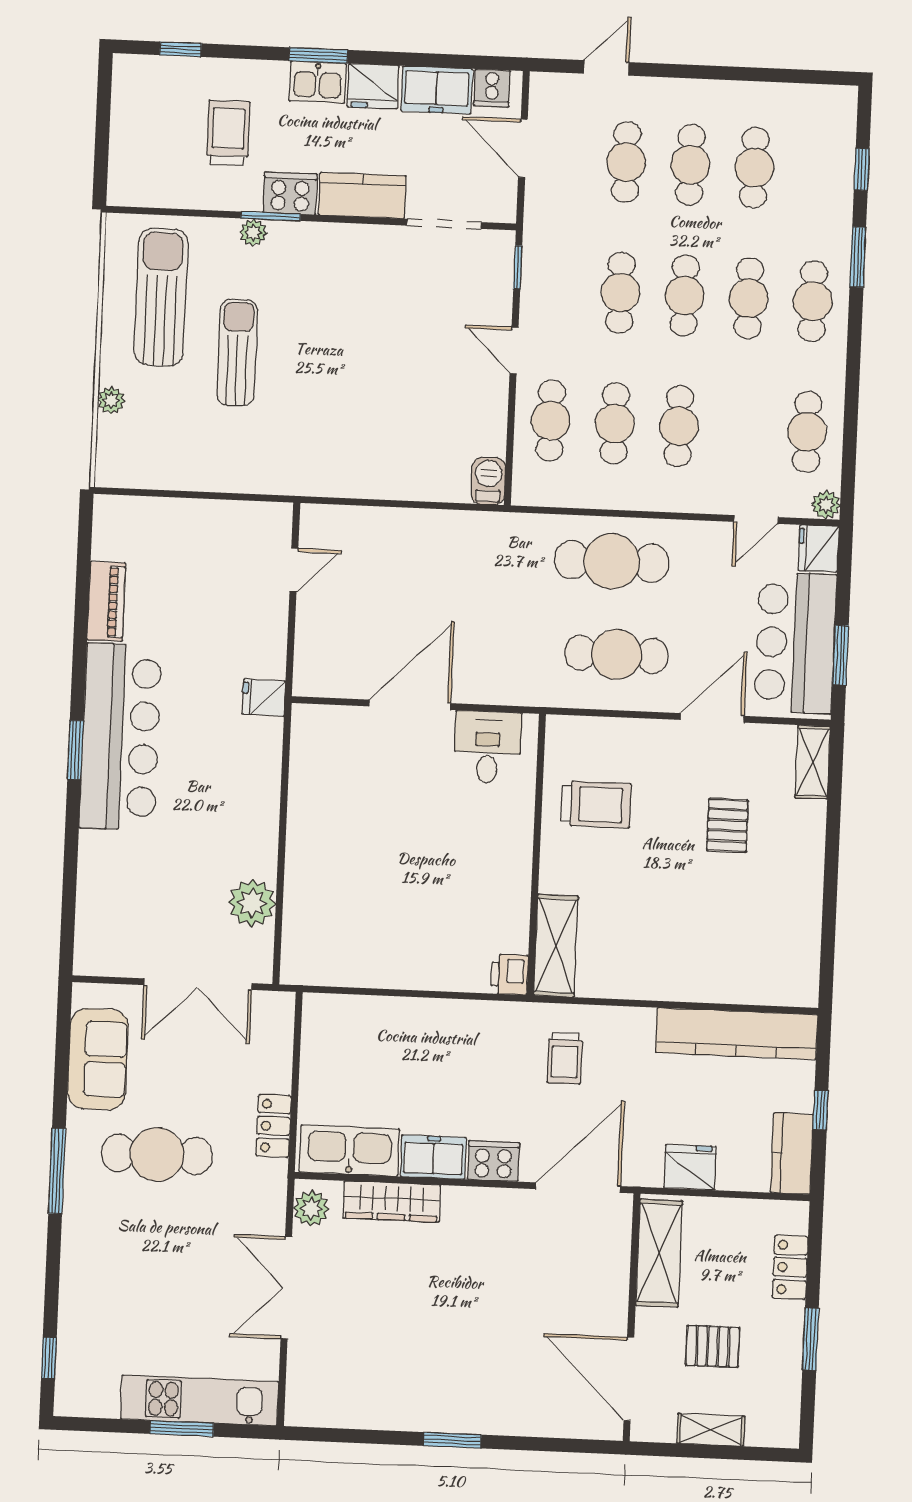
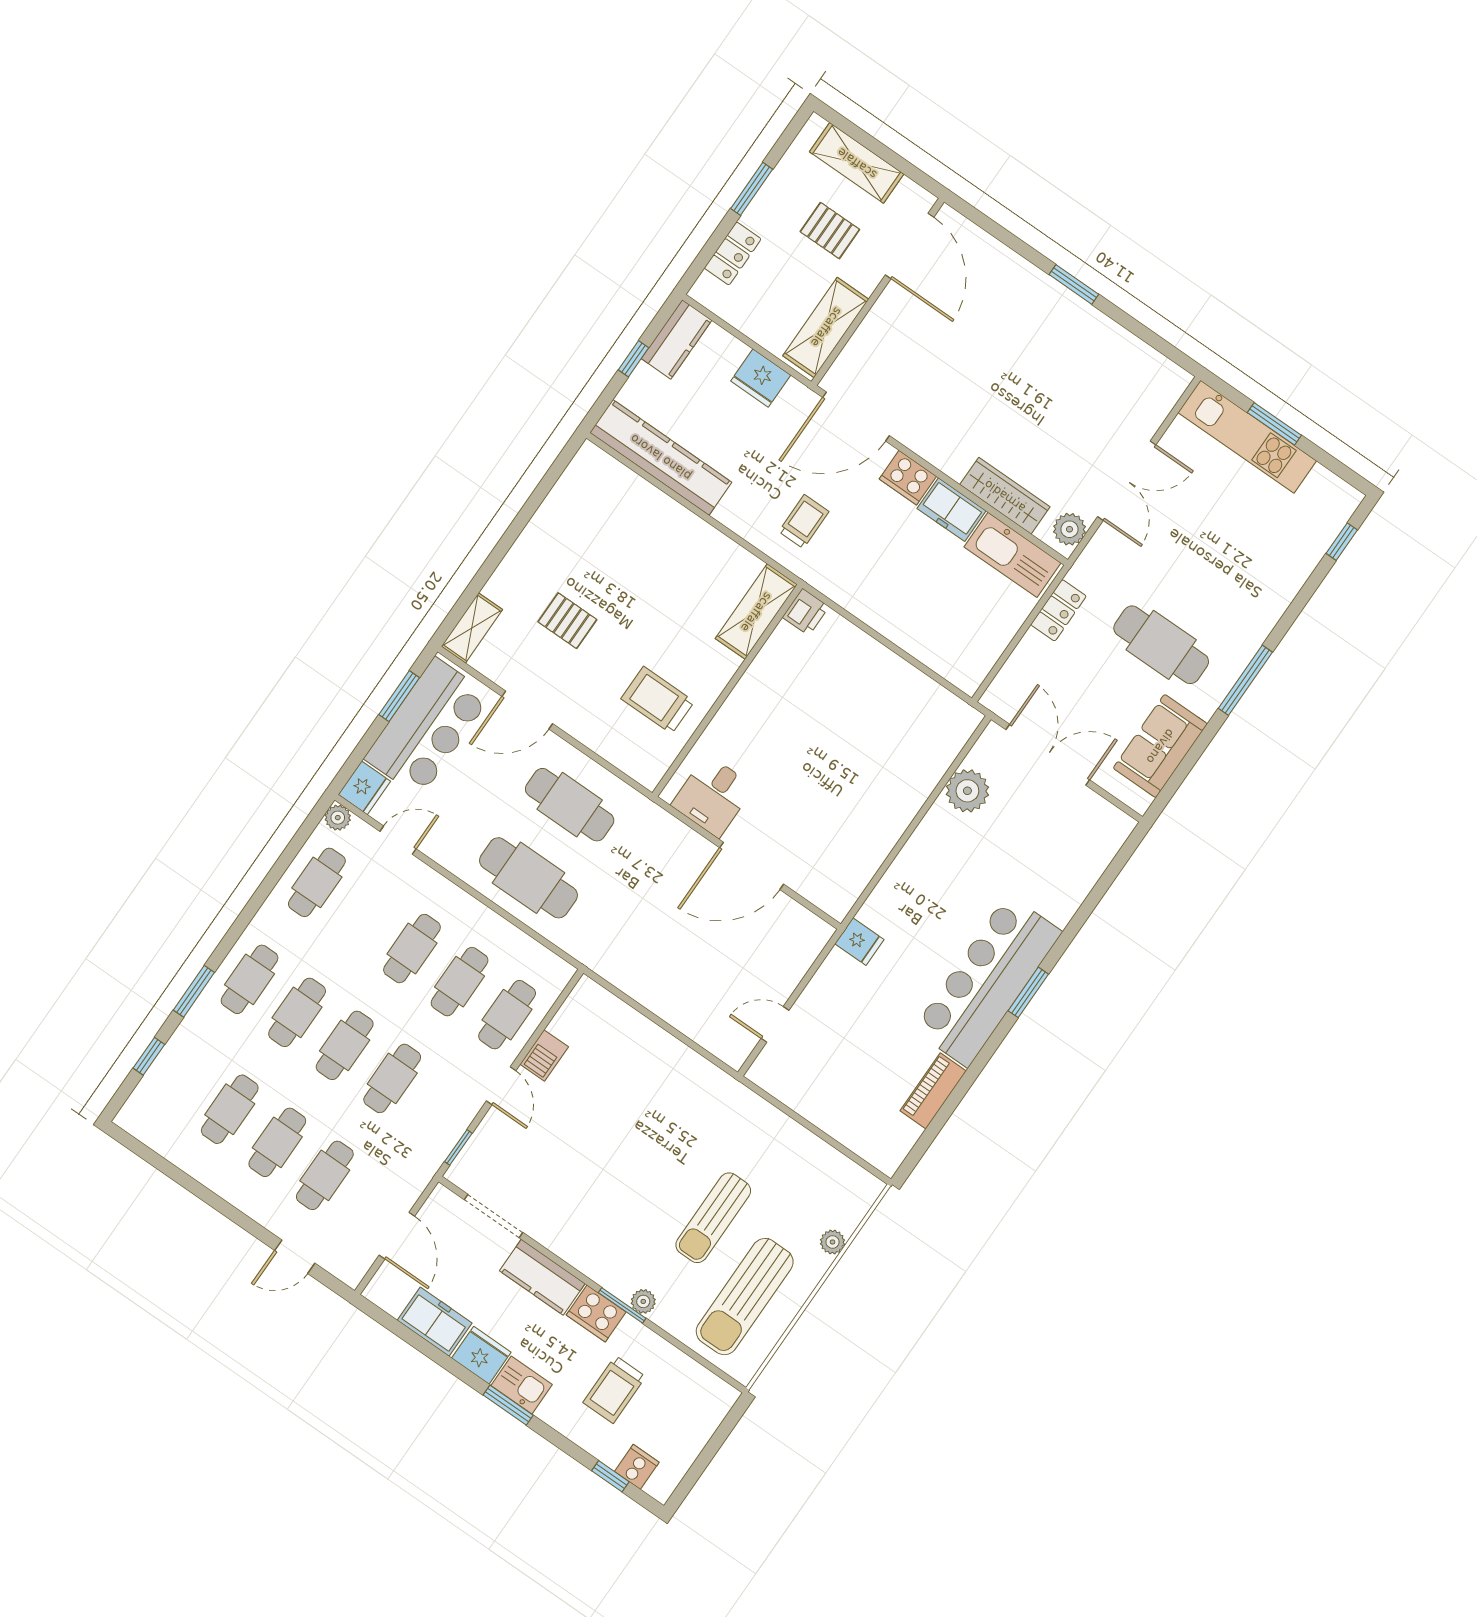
cooker: (492, 88) -> (637, 1467), moved
barbecue: (488, 481) -> (544, 1056), moved
pallet: (727, 825) -> (567, 621), turned 90
shelving: (711, 1430) -> (857, 163), width x1.50, depth x1.33

